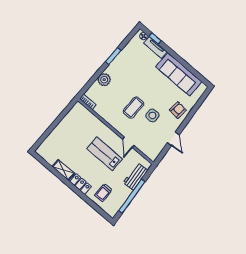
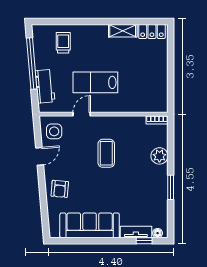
side table: (152, 115) -> (54, 131), moved
door: (173, 139) -> (40, 156), swing flipped
door: (128, 142) -> (82, 114), hinge flipped
lab bench: (105, 154) -> (95, 82), turned 180
locker: (80, 184) -> (152, 31), moved

